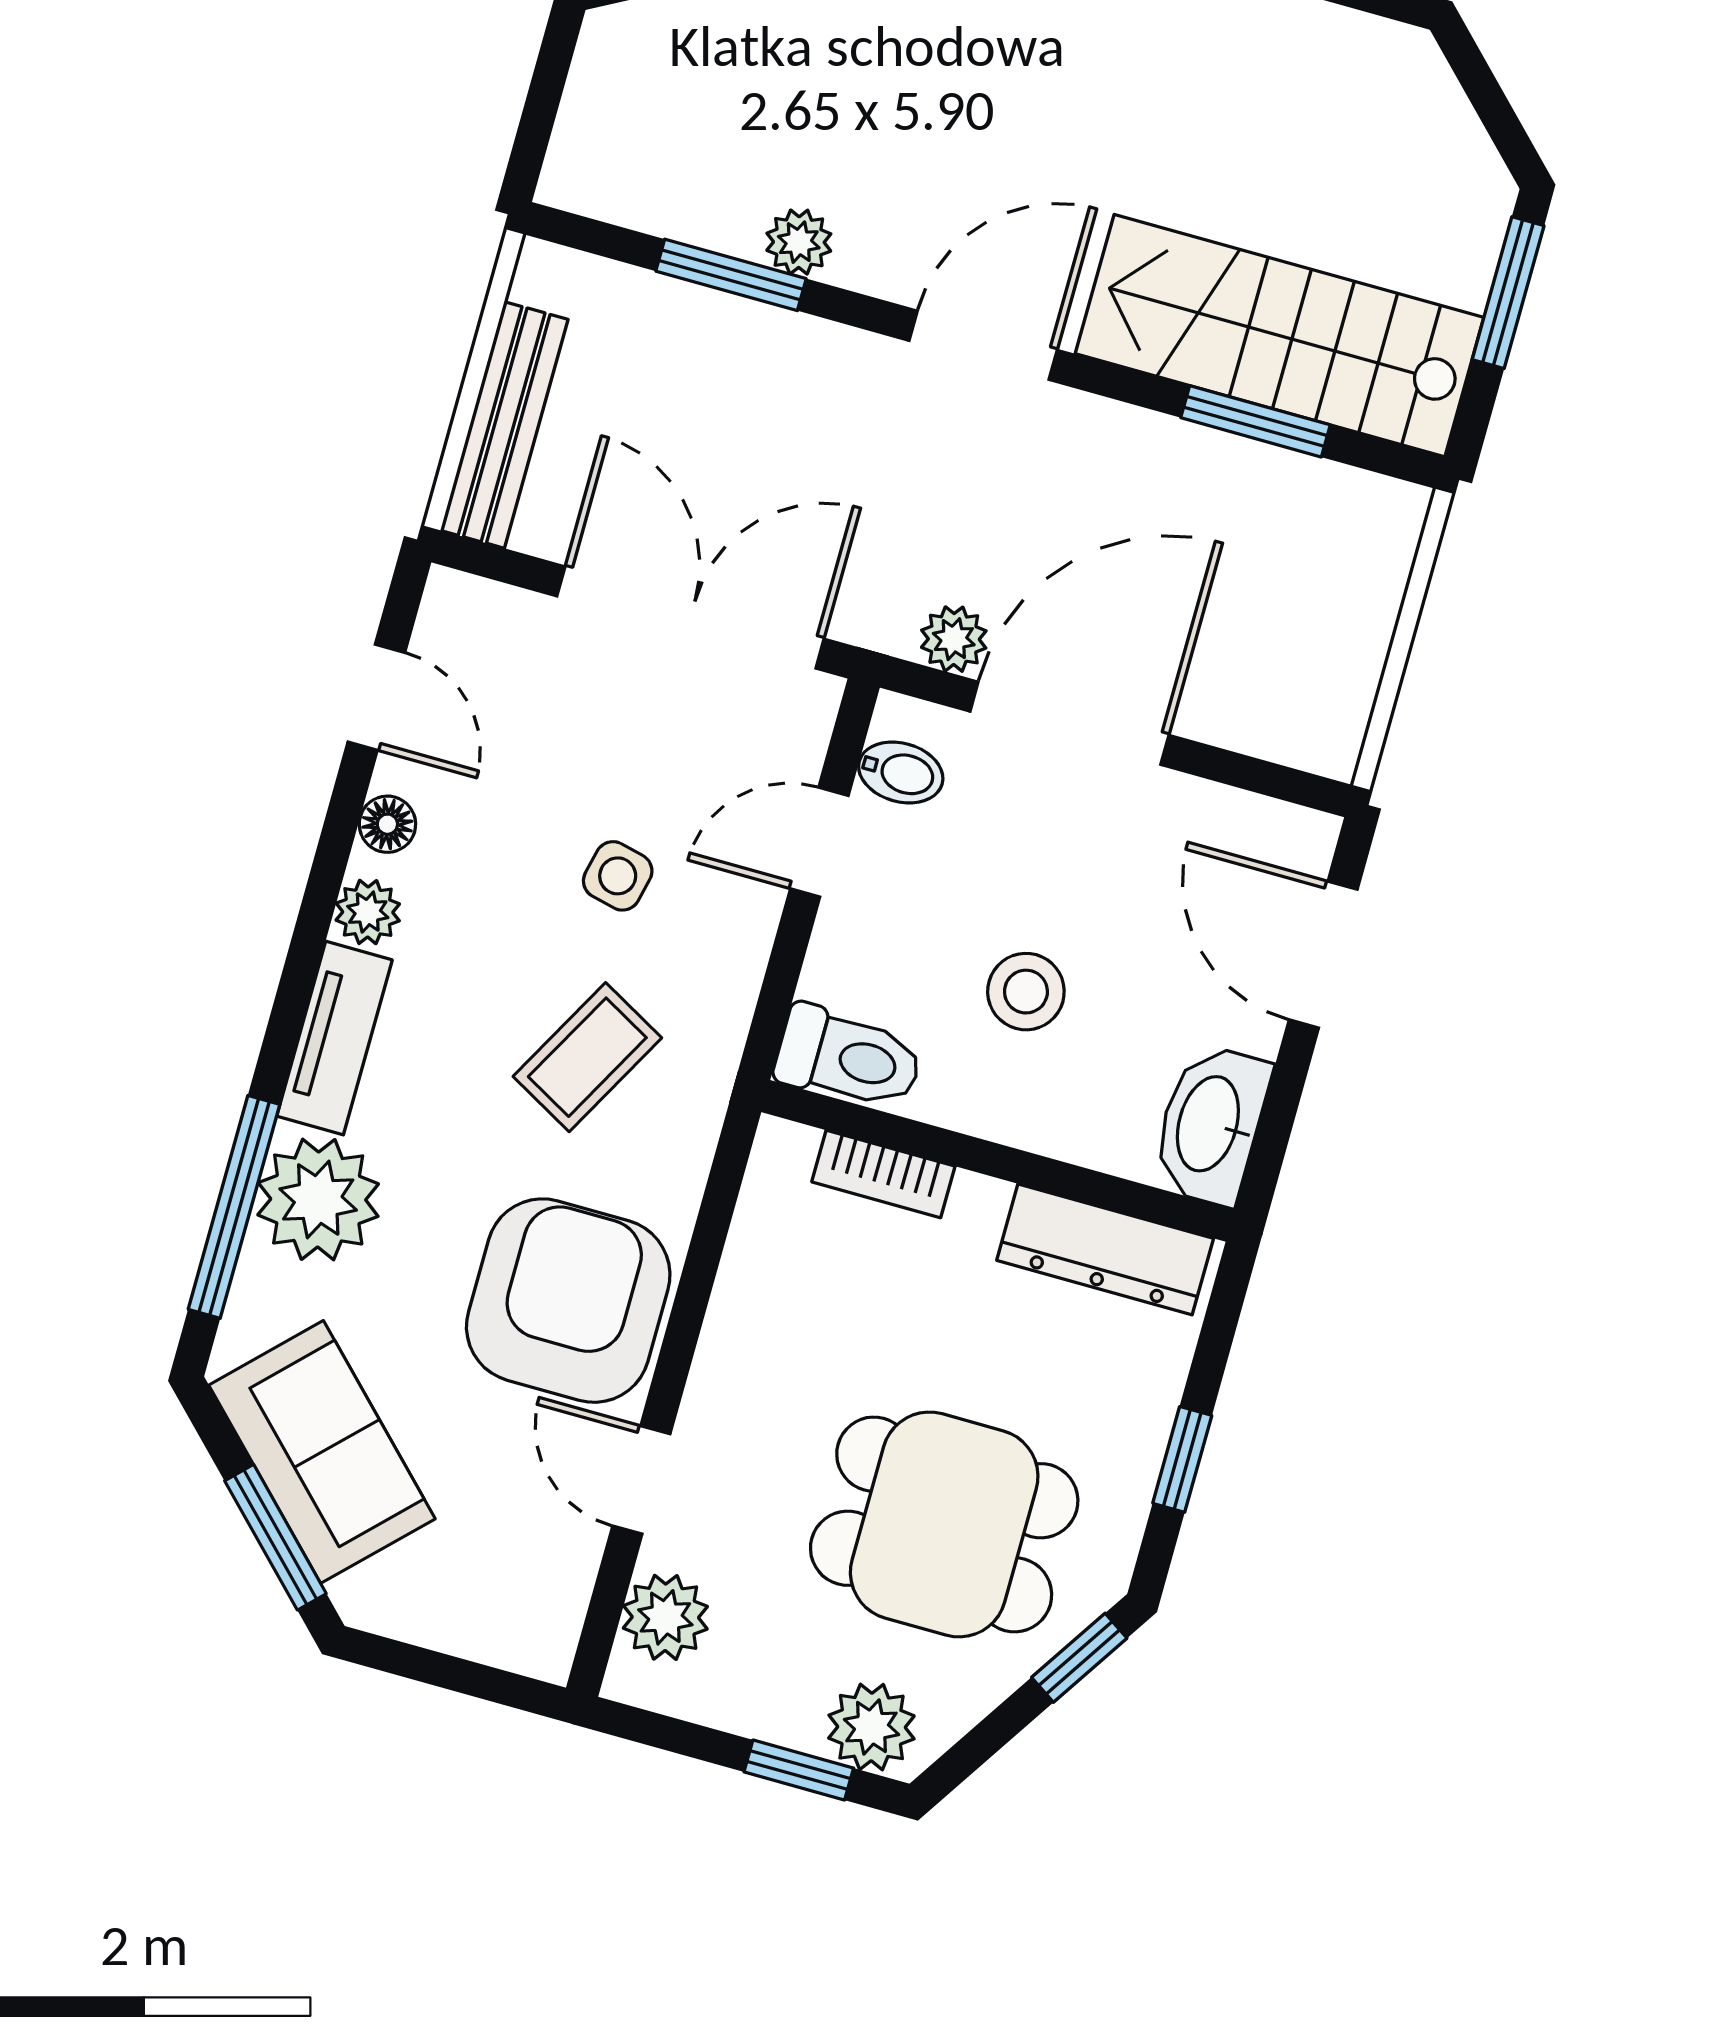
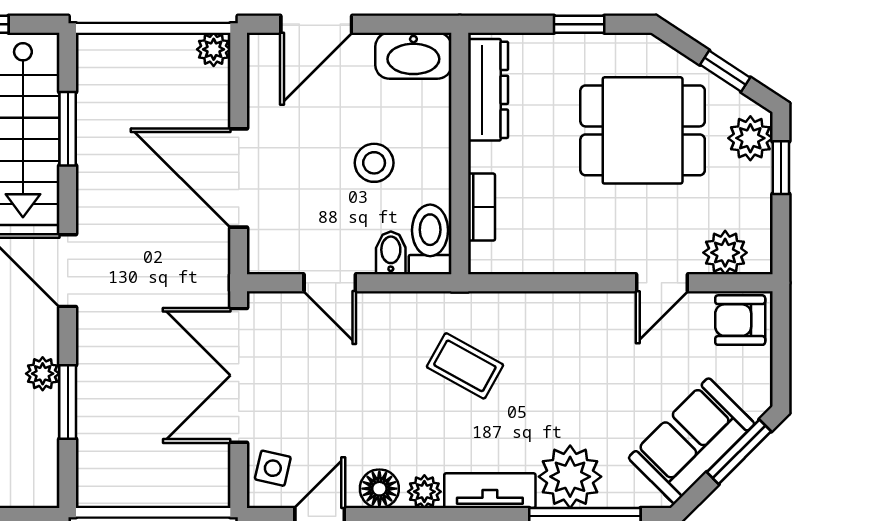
bench: (504, 425) -> (171, 491), removed
plant: (954, 639) -> (214, 49), moved
bidet: (901, 772) -> (391, 253), moved
floor lamp: (387, 824) -> (379, 489), width x1.37, depth x1.37
side table: (618, 876) -> (273, 468), moved
armchair: (568, 1301) -> (740, 320), moved, width x0.53, depth x0.53
dining table: (944, 1524) -> (643, 130), turned 90
window: (1079, 1658) -> (725, 71), moved

